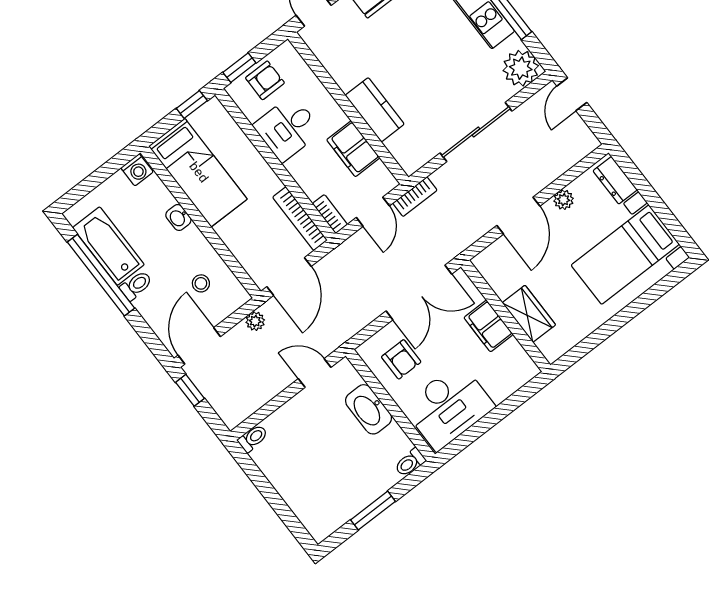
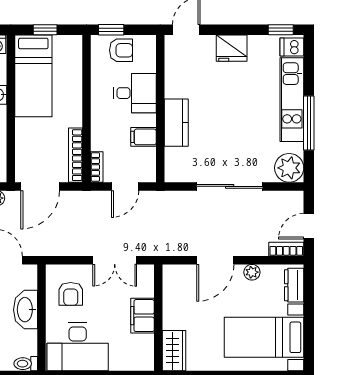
door: (572, 94) -> (309, 226), moved
window: (192, 104) -> (45, 30), moved
desk: (288, 128) -> (135, 93), moved, turned 180
filing cabinet: (353, 149) -> (144, 137), width x0.50
bookcase: (415, 197) -> (286, 249), moved, turned 180
double door: (419, 292) -> (115, 260), width x0.73
wardrobe: (529, 314) -> (174, 351), moved

